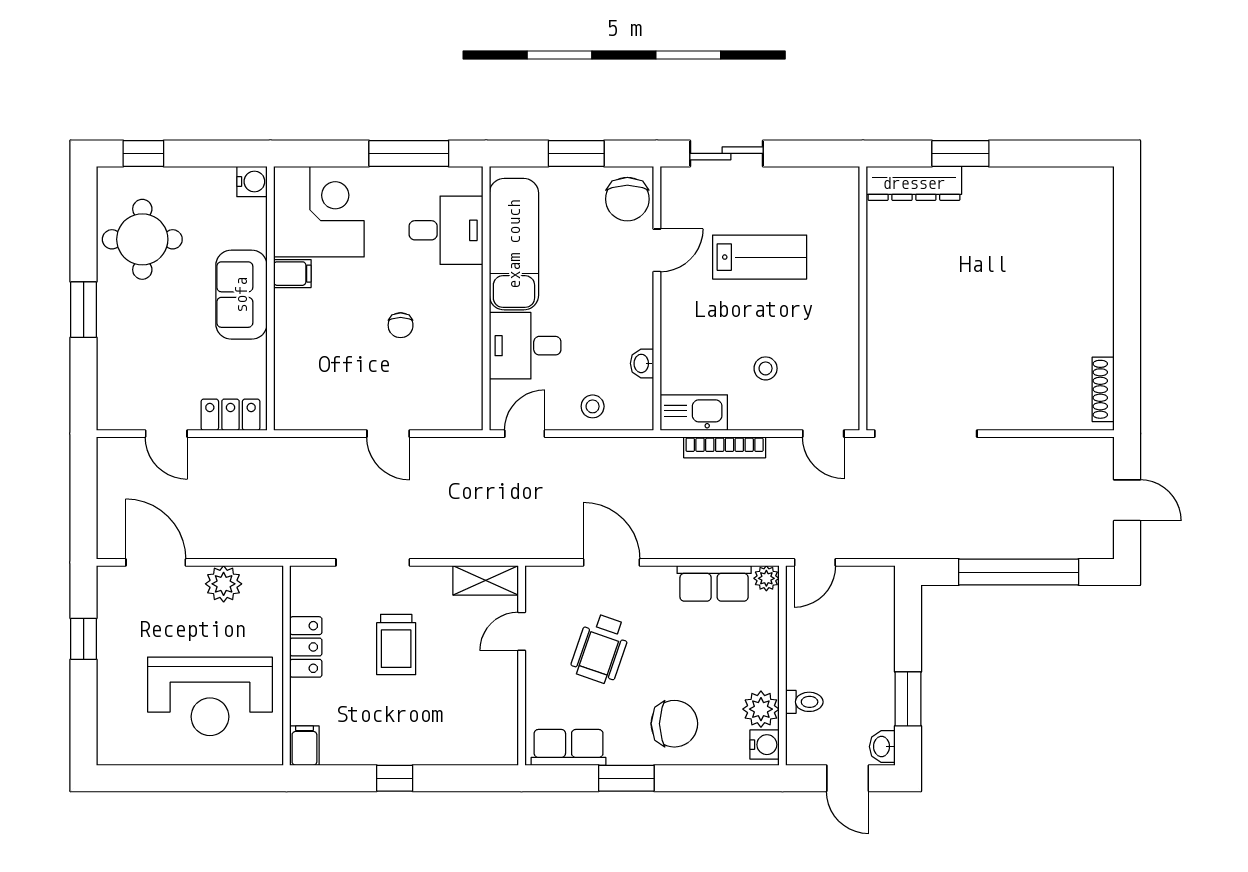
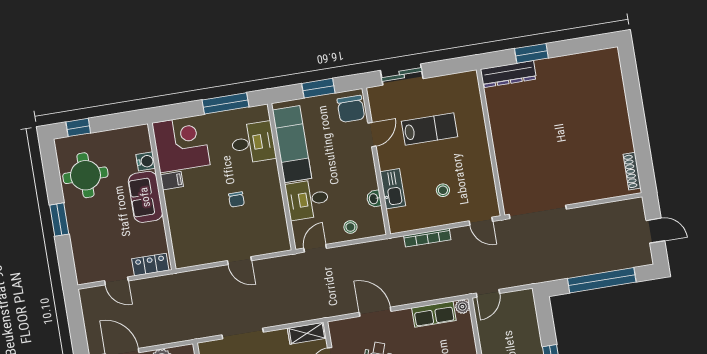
water cooler: (252, 182) -> (146, 161), moved
kitchen sink: (694, 413) -> (393, 189), moved, turned 90

